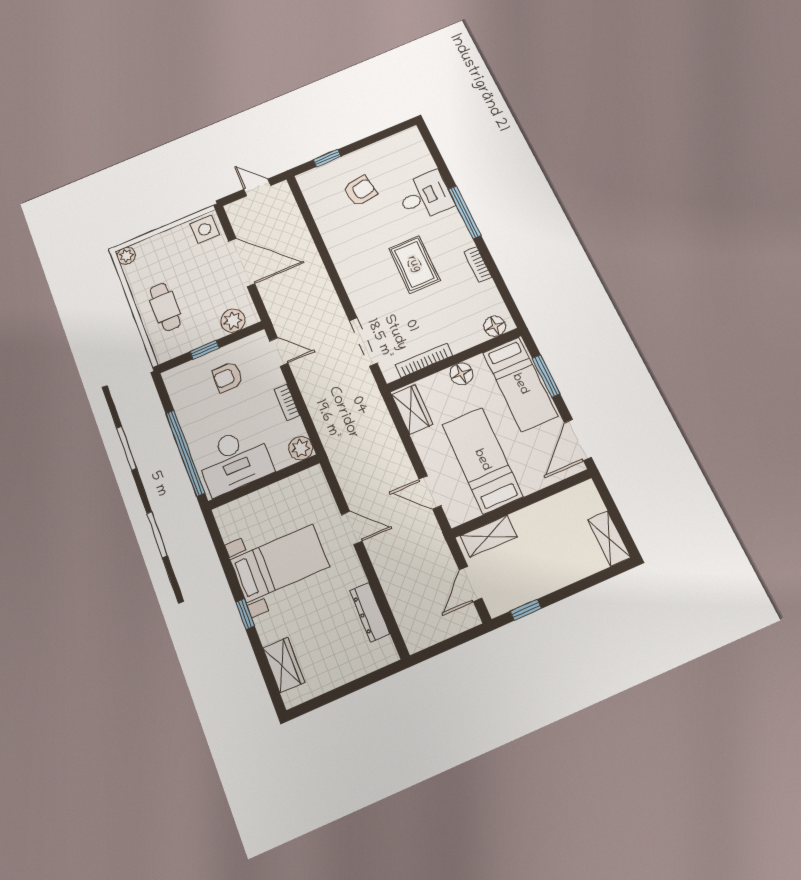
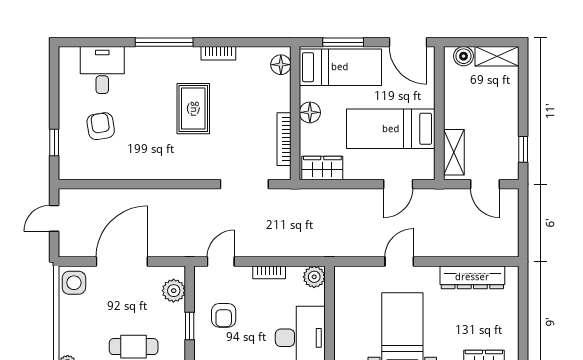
desk: (425, 196) -> (102, 70), moved
rug: (414, 264) -> (193, 109), turned 90
boiler: (592, 503) -> (464, 56), added
dresser: (370, 612) -> (472, 277), width x1.37, depth x1.24

